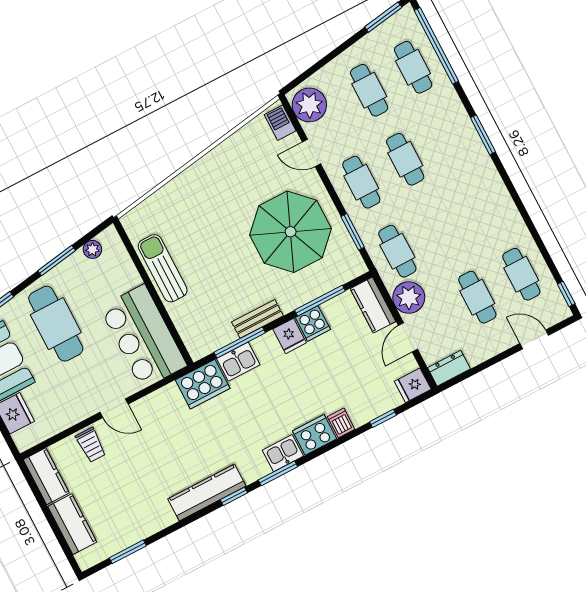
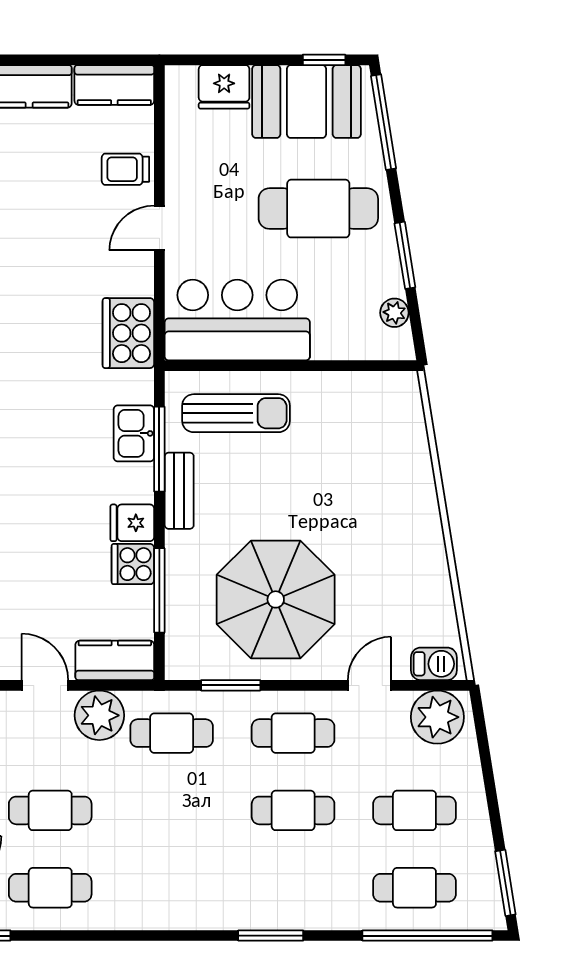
sun lounger: (163, 268) -> (236, 413), moved
cooker: (203, 384) -> (128, 333), moved

